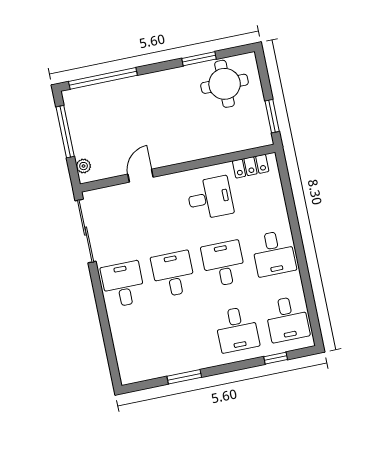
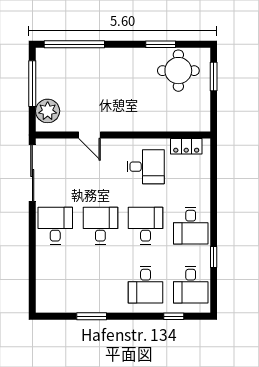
window: (272, 116) -> (214, 77), moved
plant: (84, 166) -> (48, 111), width x1.87, depth x1.87
door: (141, 176) -> (90, 135), swing flipped
window: (306, 283) -> (214, 257), added

